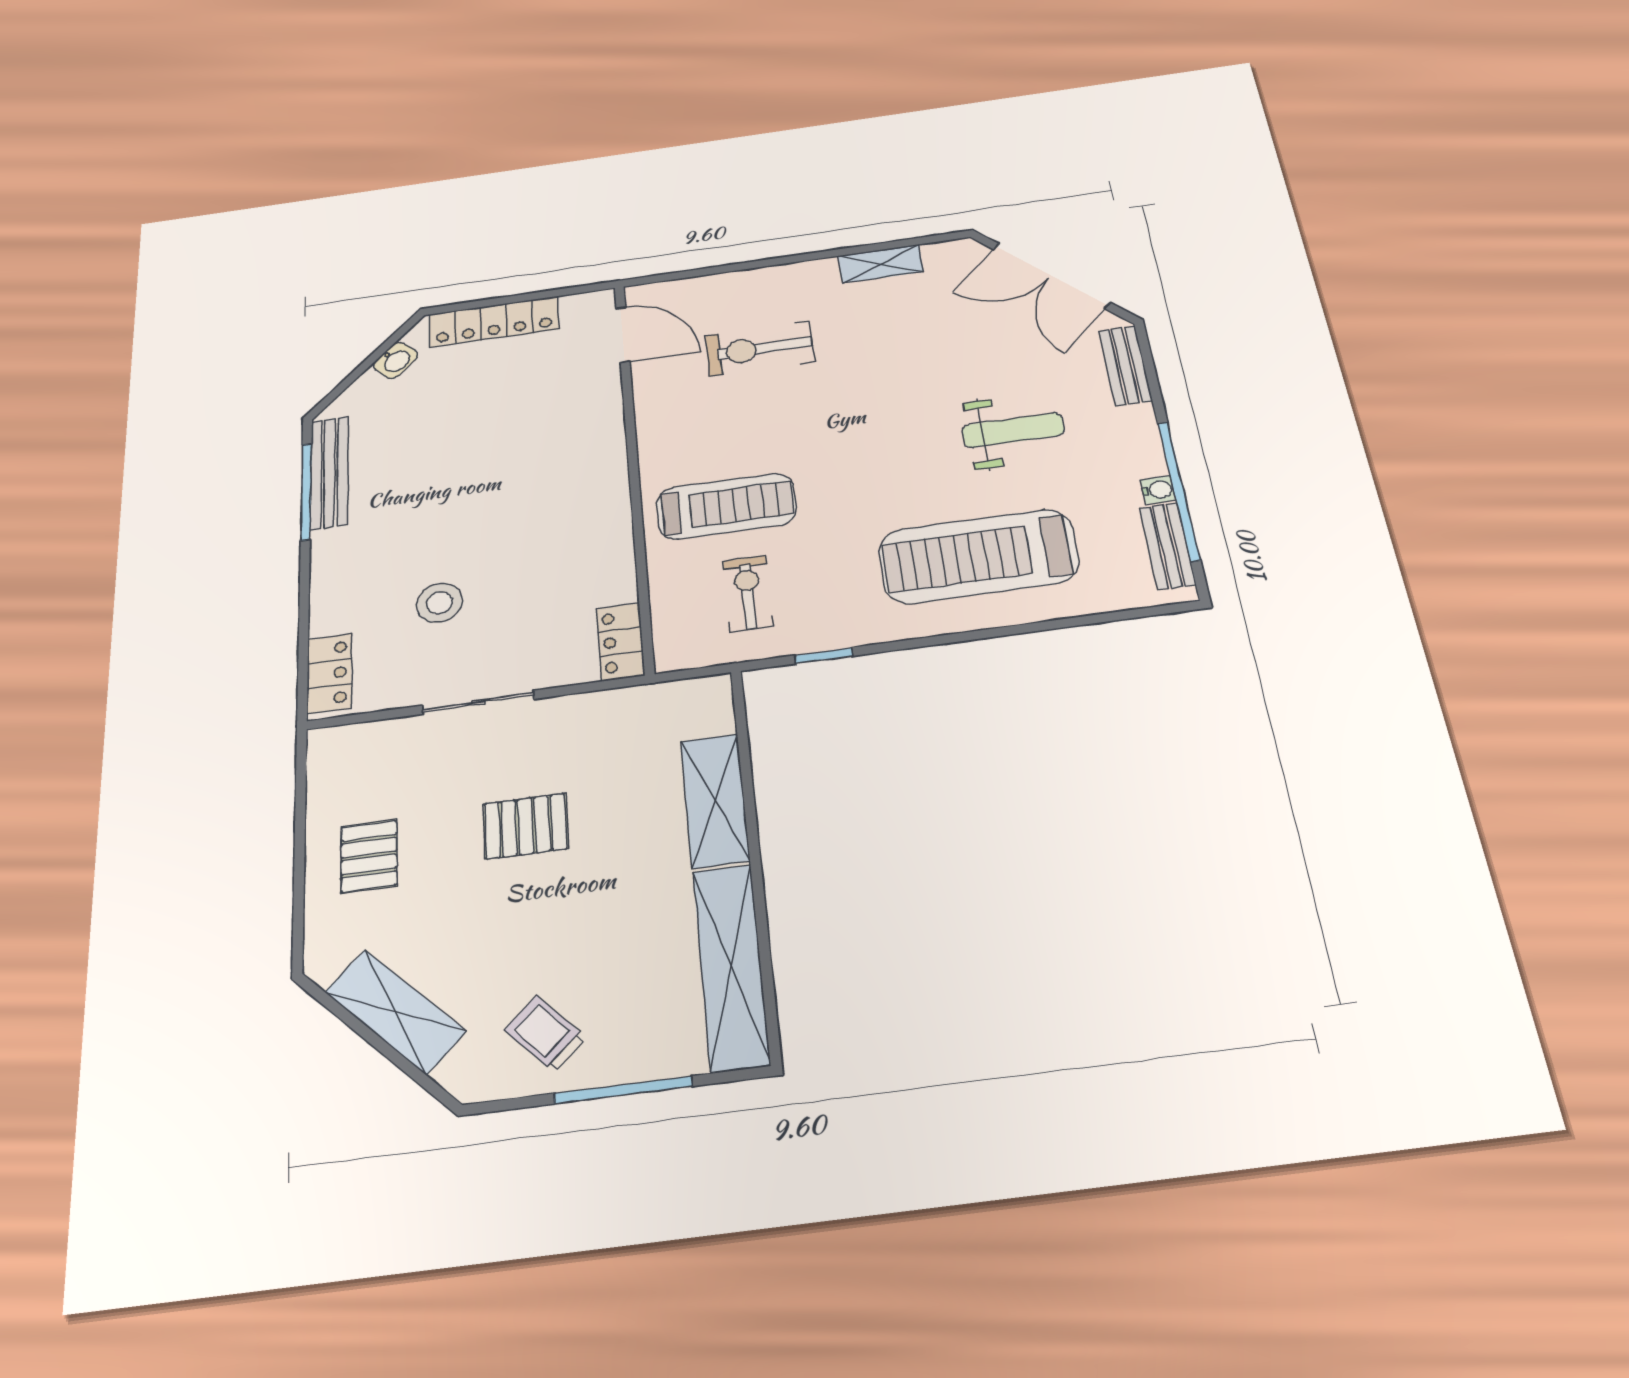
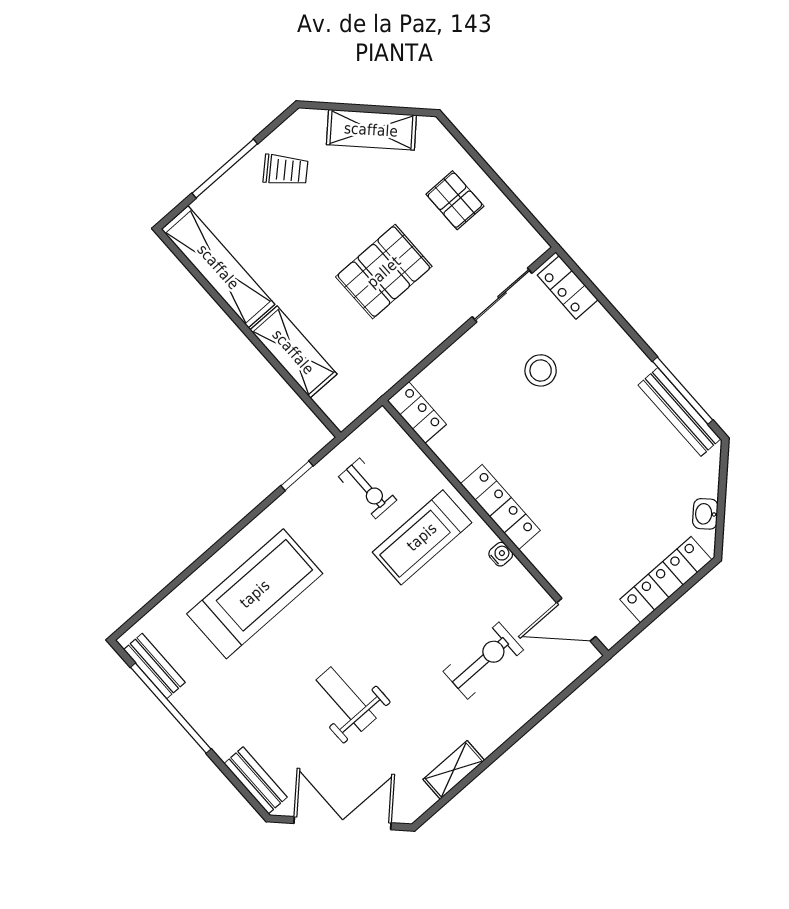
weight bench: (1013, 430) -> (346, 699), moved, turned 90
locker: (609, 488) -> (500, 507), added
water cooler: (1158, 490) -> (501, 554), moved, turned 180
sliding door: (478, 702) -> (502, 295), moved
pallet: (526, 826) -> (384, 272), width x1.50, depth x1.42

